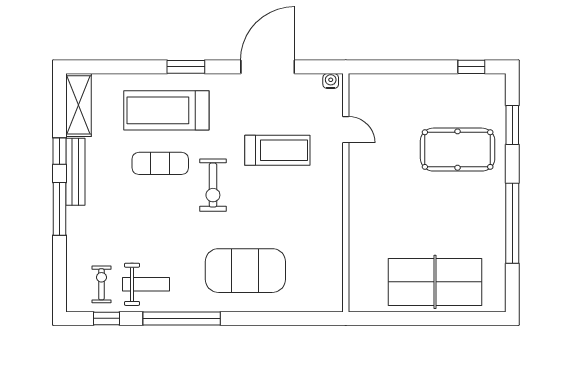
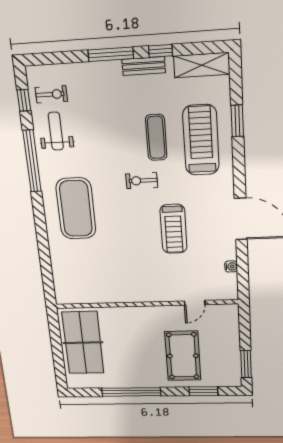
window: (186, 67) -> (237, 121), moved
window: (471, 67) -> (246, 364), width x1.50
door: (346, 130) -> (195, 303), moved
bench: (75, 172) -> (144, 66), width x0.73
exercise bike: (213, 185) -> (142, 181), width x0.73, depth x0.72
wall: (346, 193) -> (146, 304), moved
weight bench: (146, 284) -> (56, 131), turned 180

